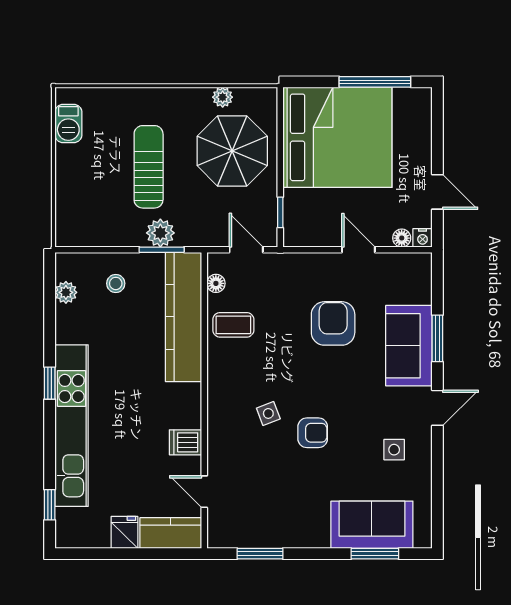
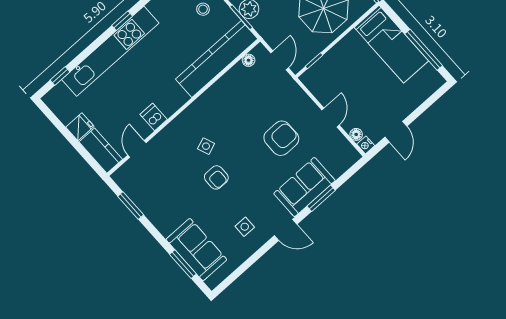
bed: (337, 137) -> (391, 44), width x0.49
coffee table: (233, 325) -> (235, 88), removed

